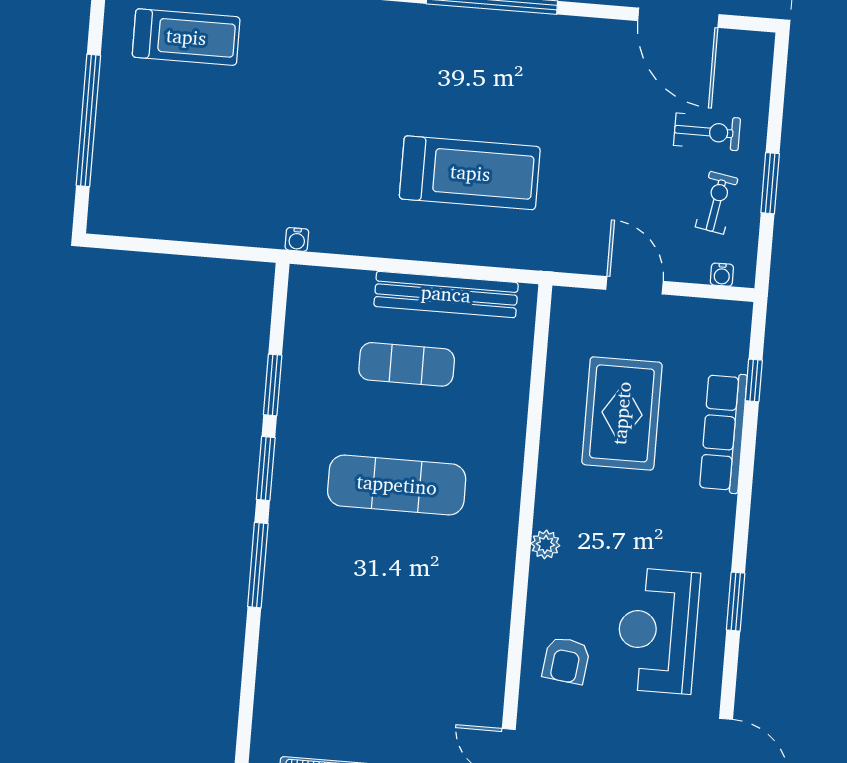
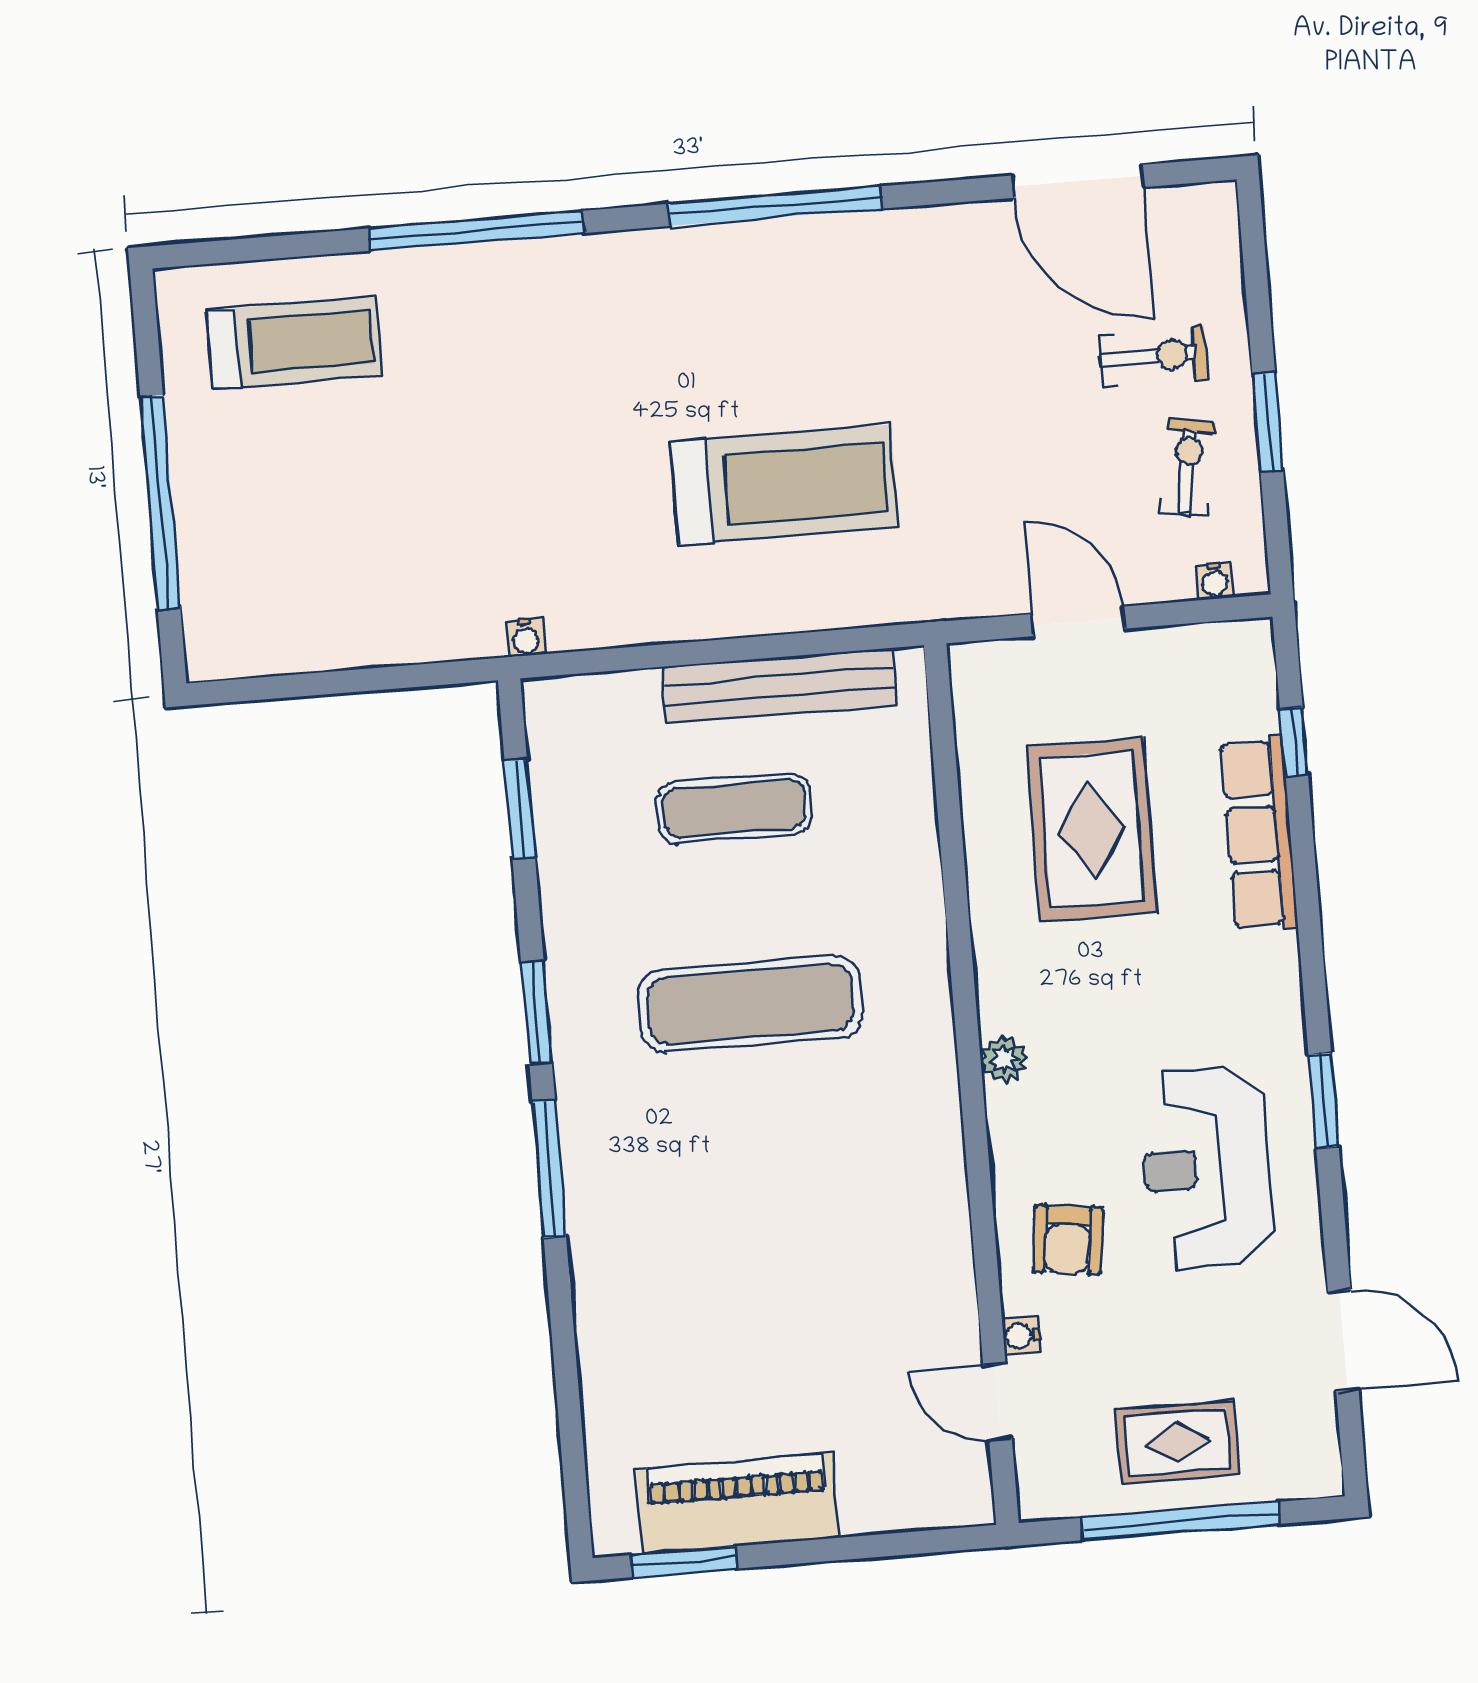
window: (273, 385) -> (520, 809), moved
water cooler: (528, 714) -> (1022, 1336), added

